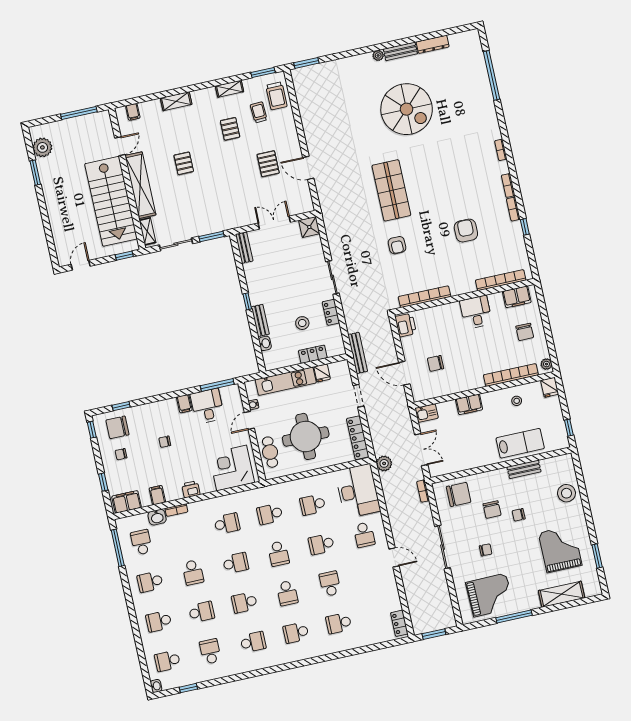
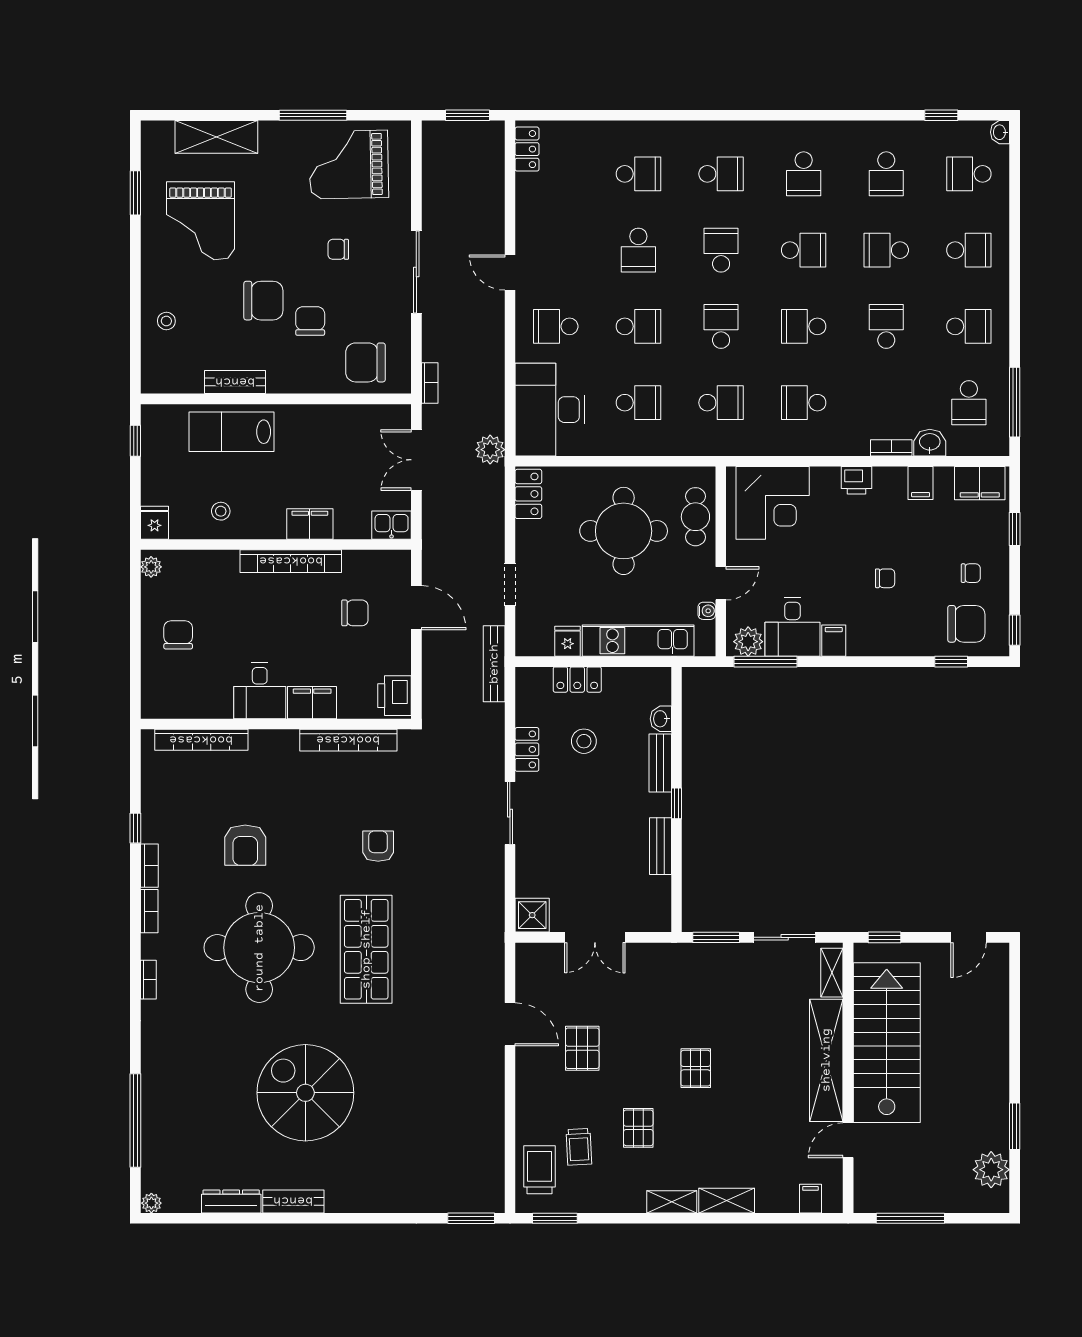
plant: (378, 55) -> (151, 1203), moved
shelving: (229, 89) -> (672, 1202), moved
pallet: (184, 163) -> (696, 1068), moved
round table: (447, 179) -> (259, 948), added
bench: (244, 248) -> (660, 846), moved
filing cabinet: (517, 297) -> (312, 703), moved
bookcase: (511, 375) -> (291, 561), moved
plant: (229, 393) -> (748, 642), added
locker: (358, 438) -> (528, 494), width x0.66
stool: (566, 493) -> (166, 321), width x0.53, depth x0.53
chair: (519, 515) -> (263, 301), width x1.87, depth x1.87
school desk: (364, 535) -> (556, 326), turned -90
school desk: (253, 642) -> (804, 174), turned -90
school desk: (167, 661) -> (969, 174), turned 180

